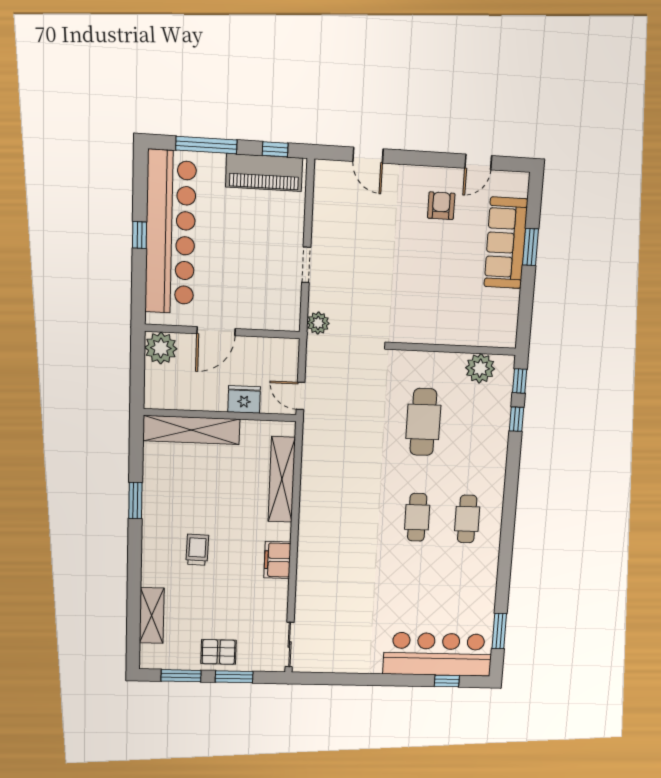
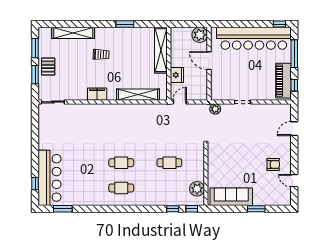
window: (140, 235) -> (279, 24), moved
sofa: (506, 243) -> (231, 197), moved
cafe table: (423, 422) -> (169, 163), width x0.73, depth x0.74
shelving: (152, 616) -> (73, 33), width x1.47

